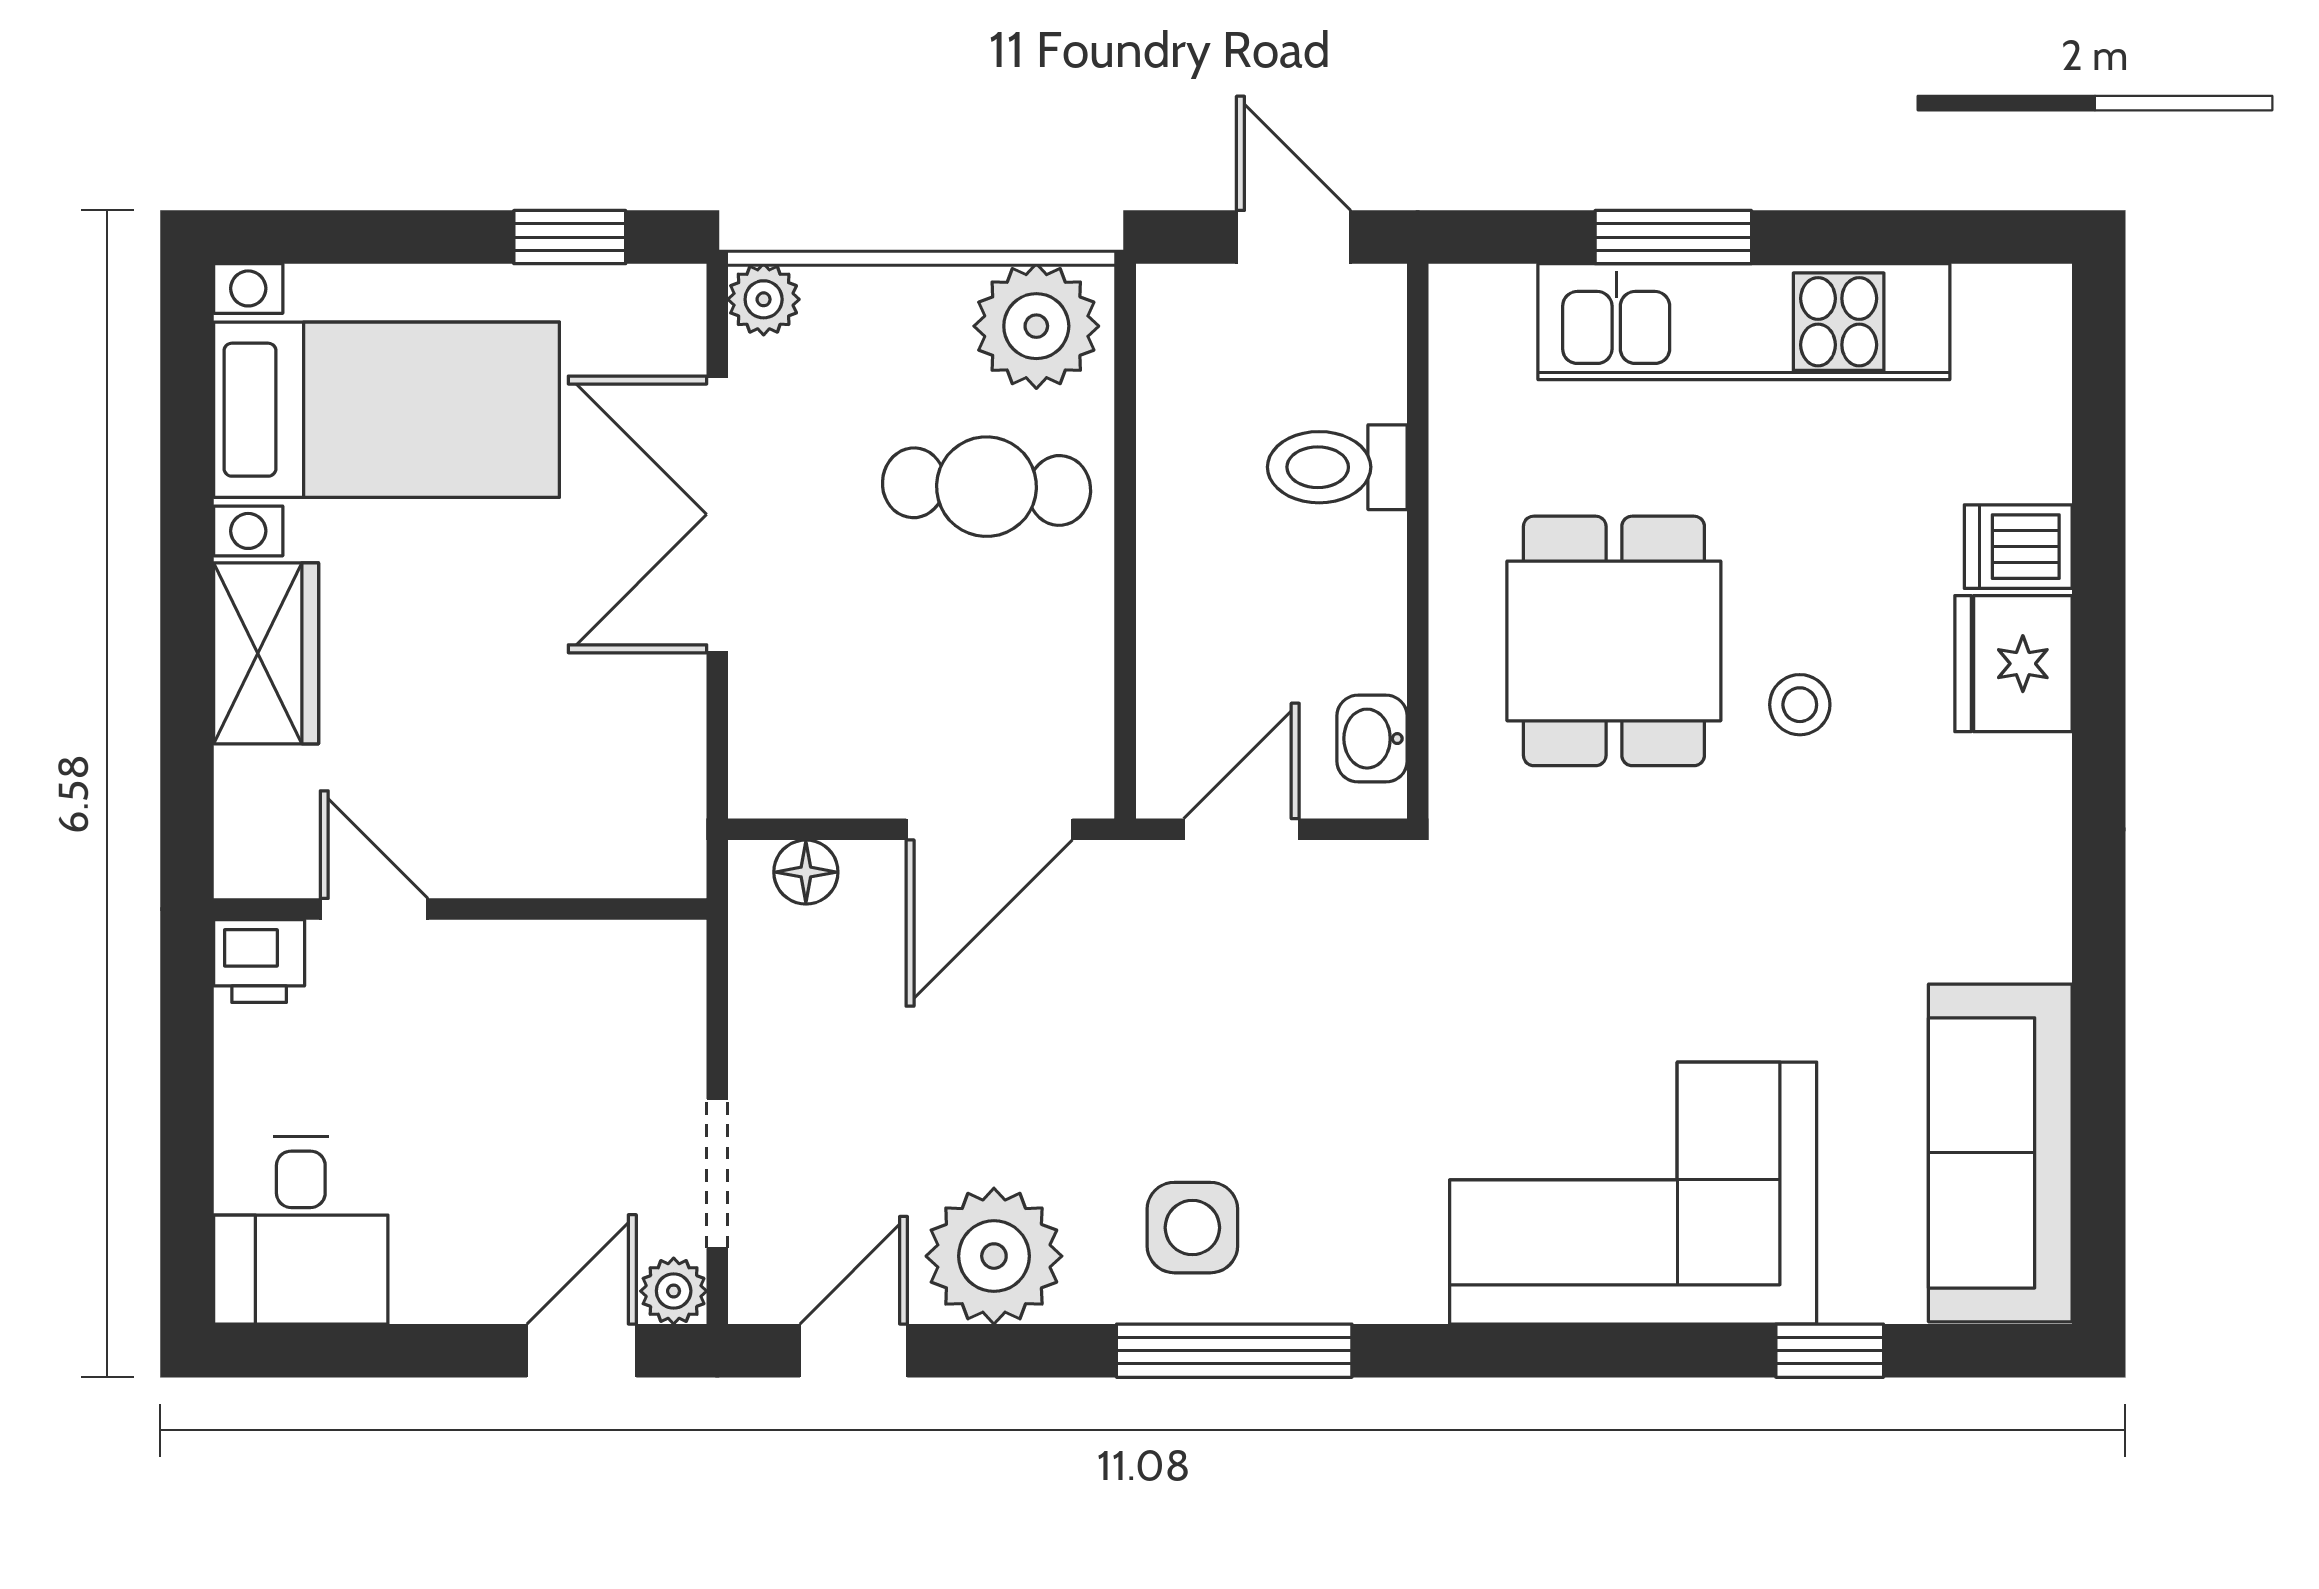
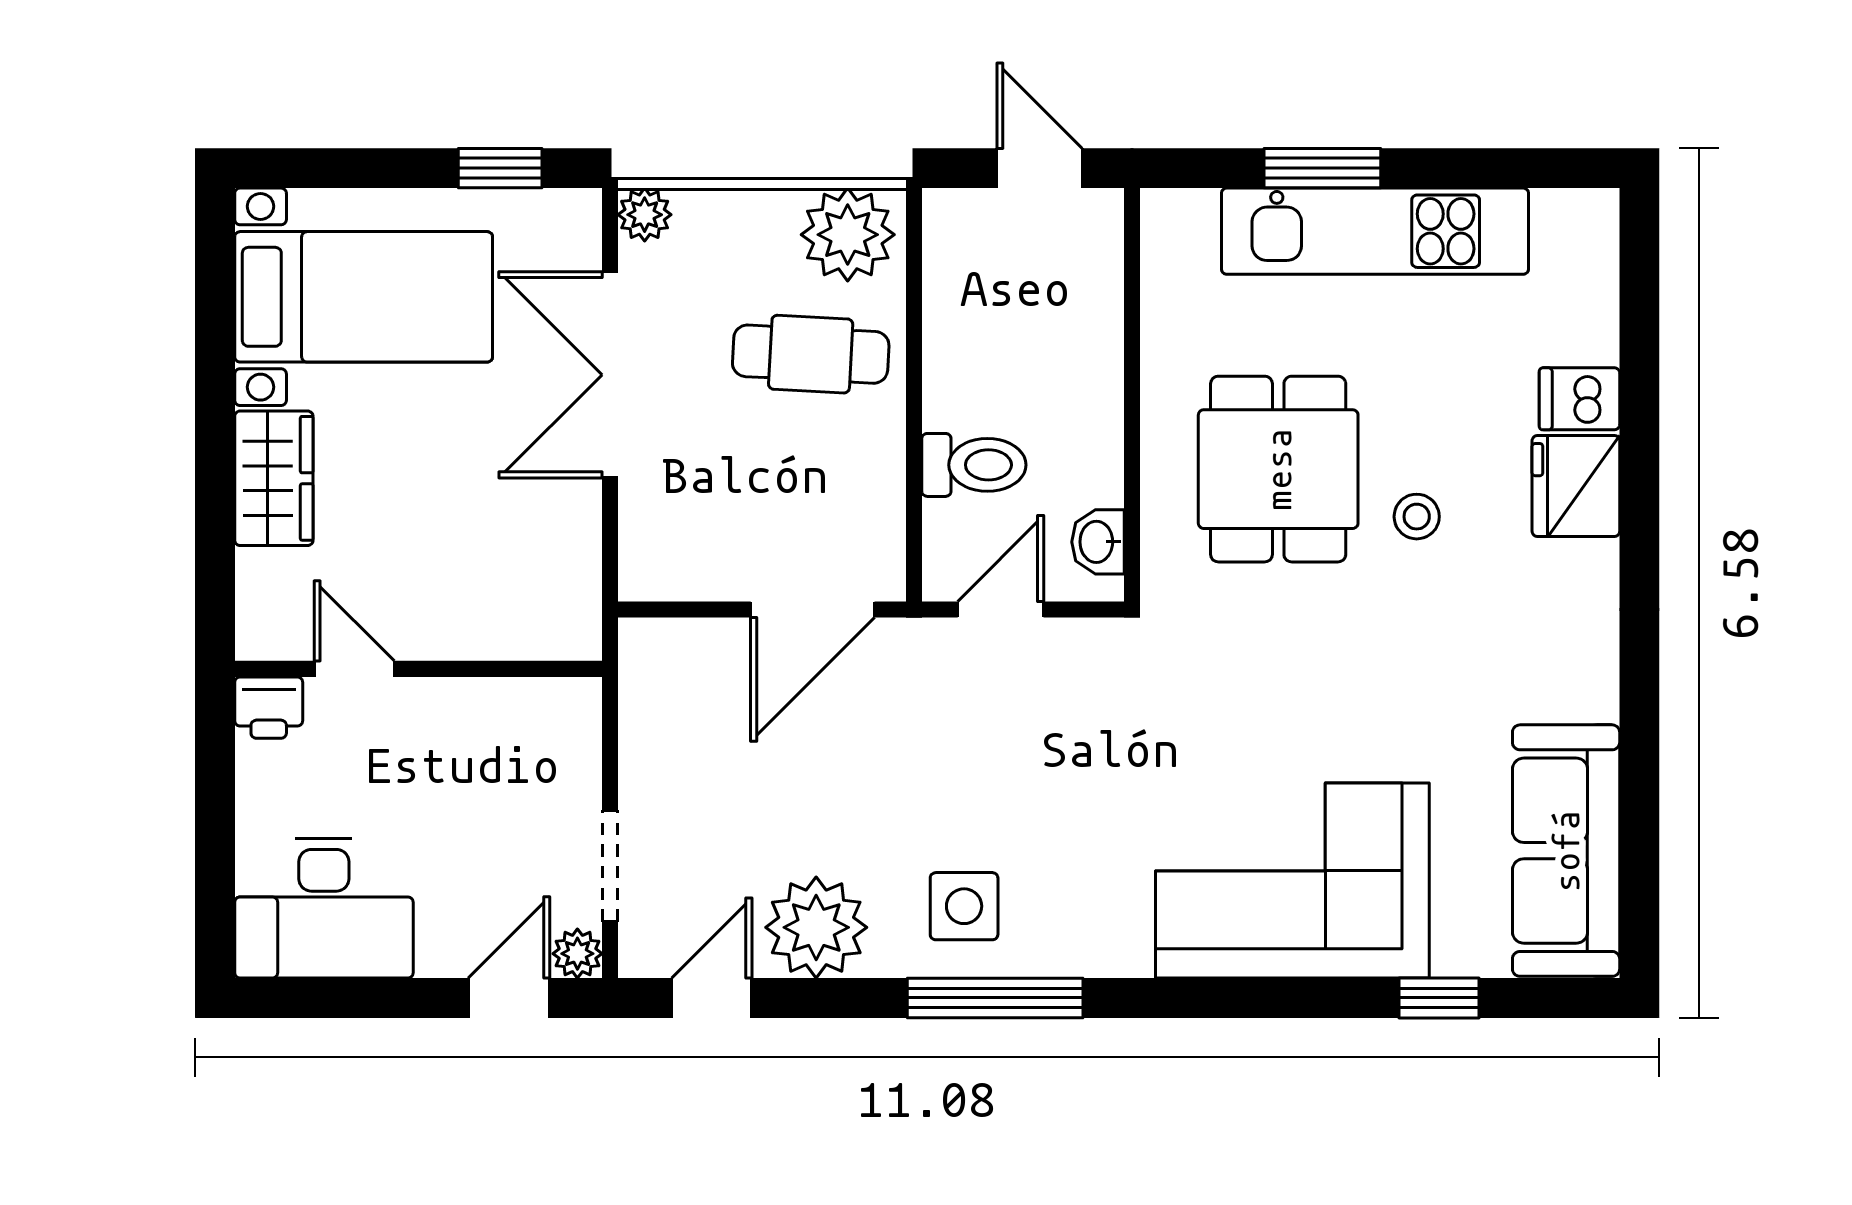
toilet: (1337, 467) -> (974, 465), moved, turned 180
floor lamp: (806, 872) -> (676, 641), removed
desk: (301, 1230) -> (324, 908), width x1.37

